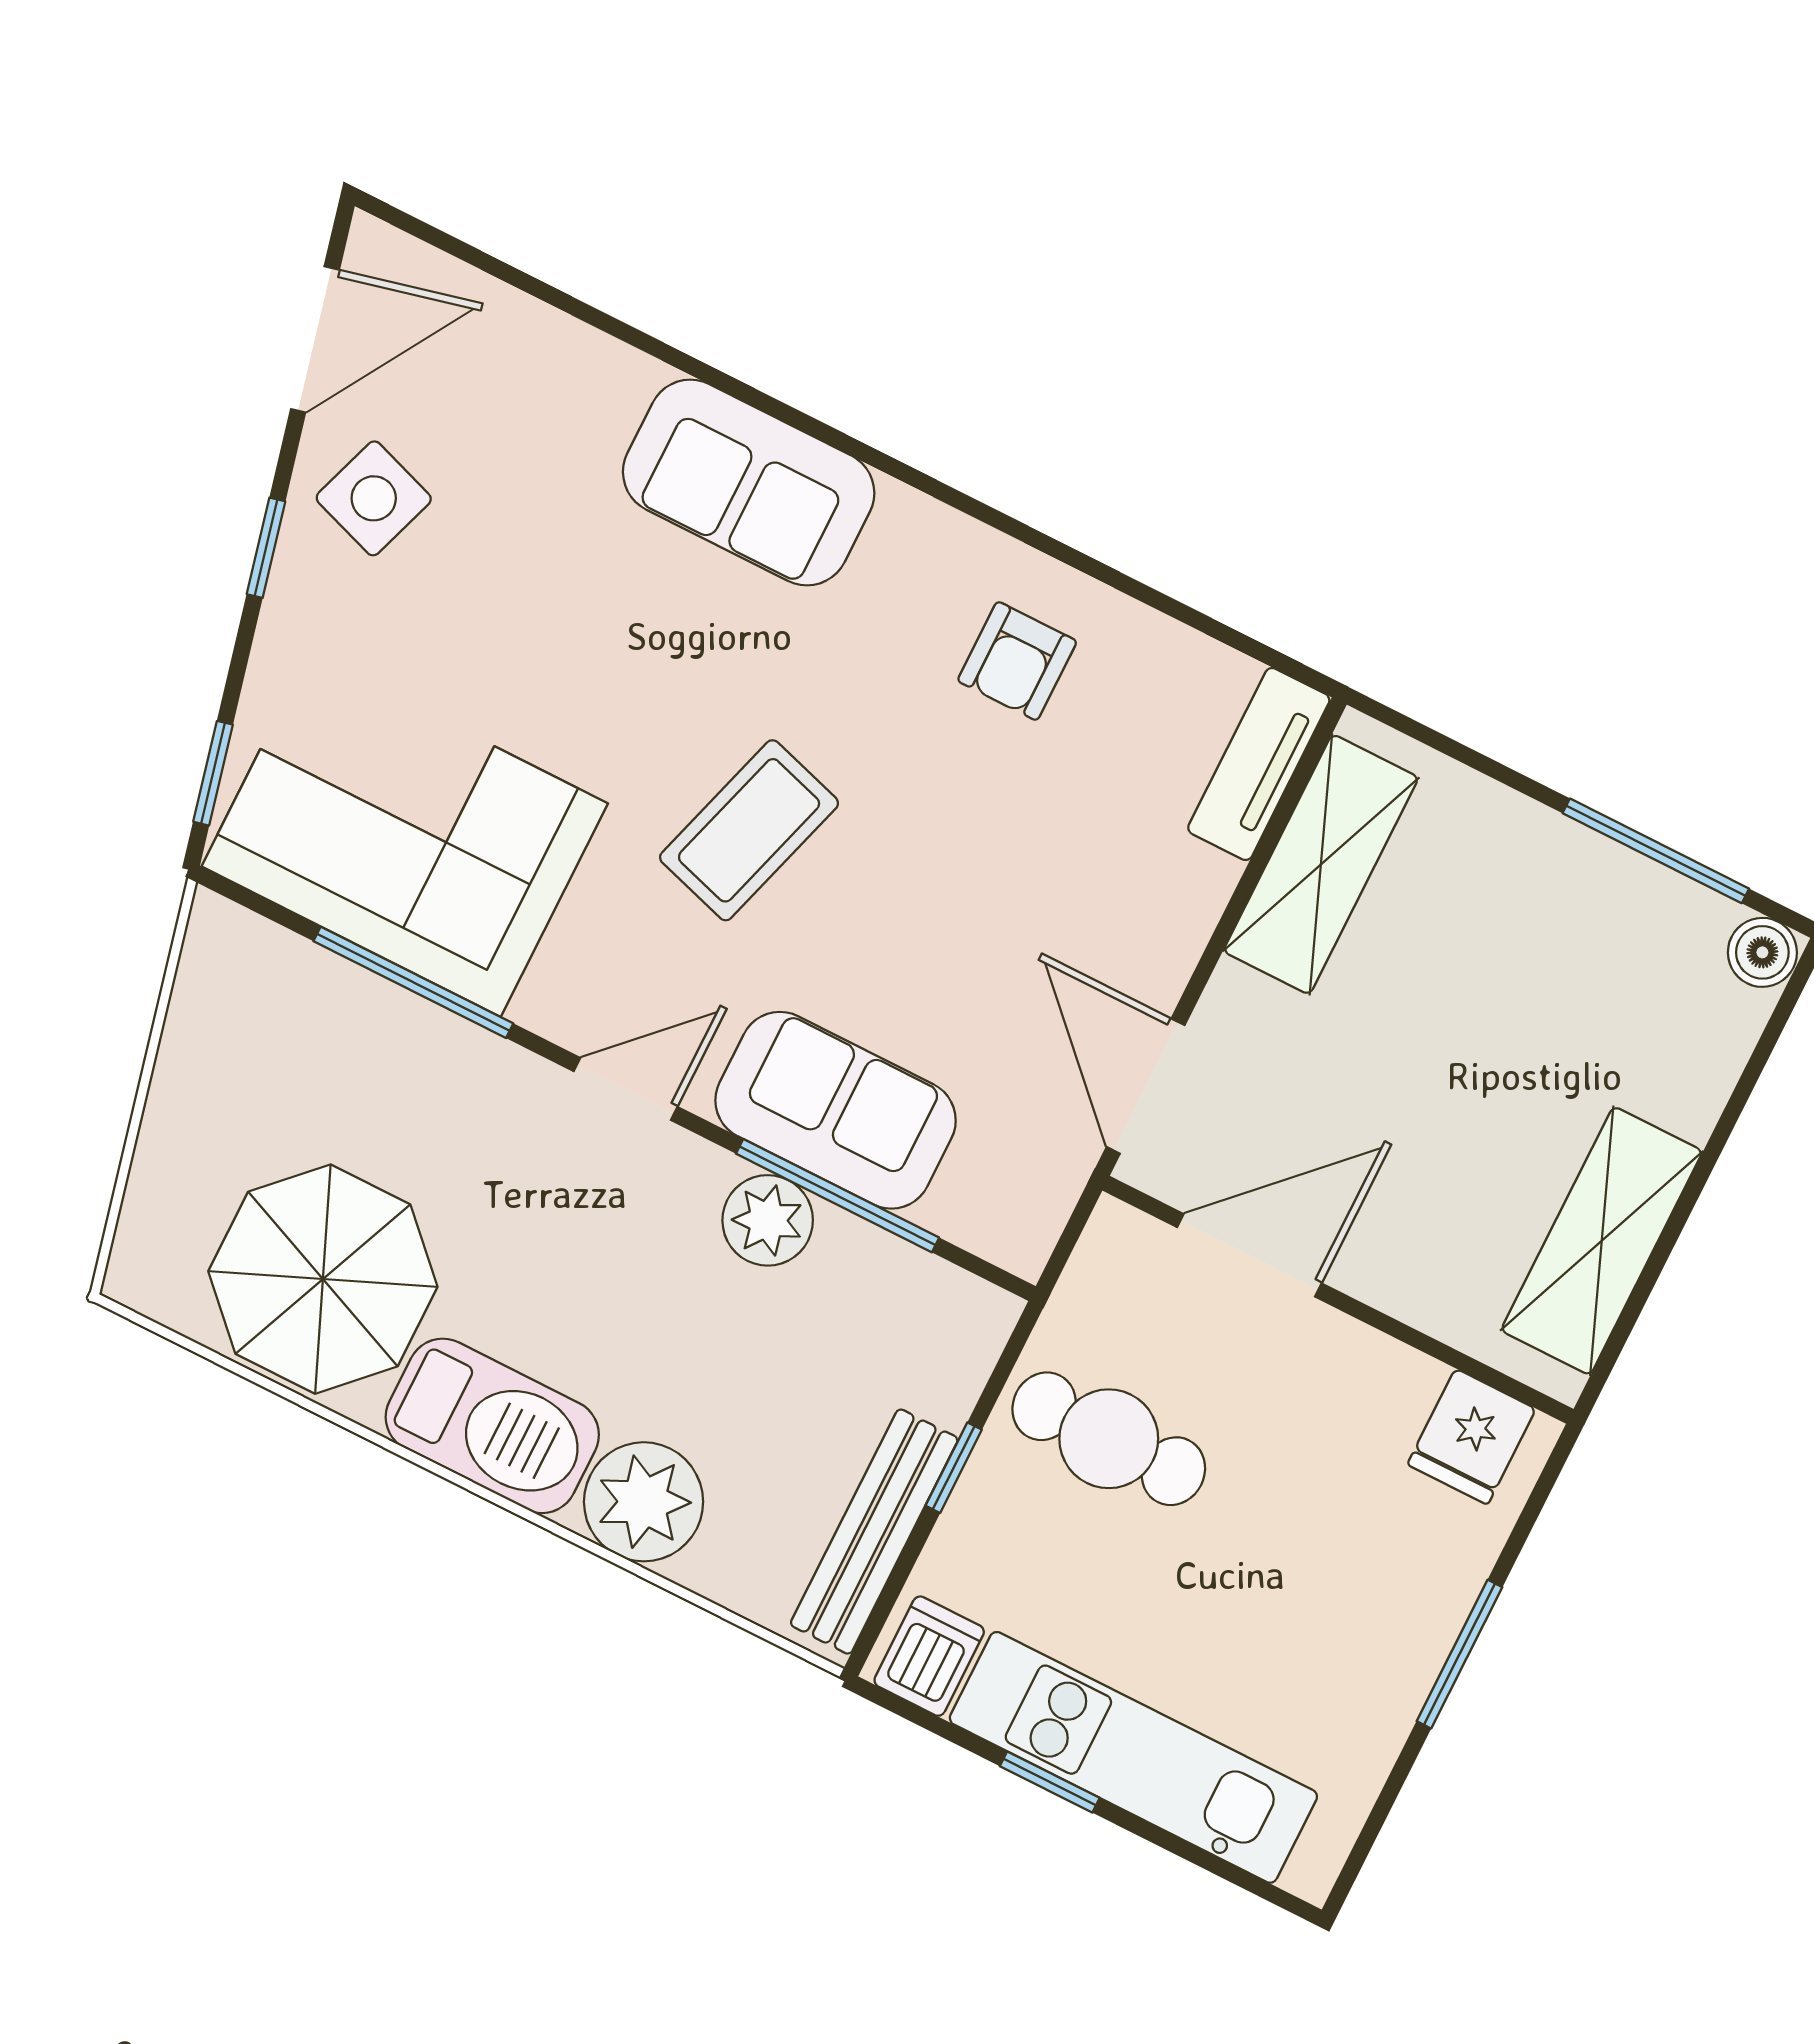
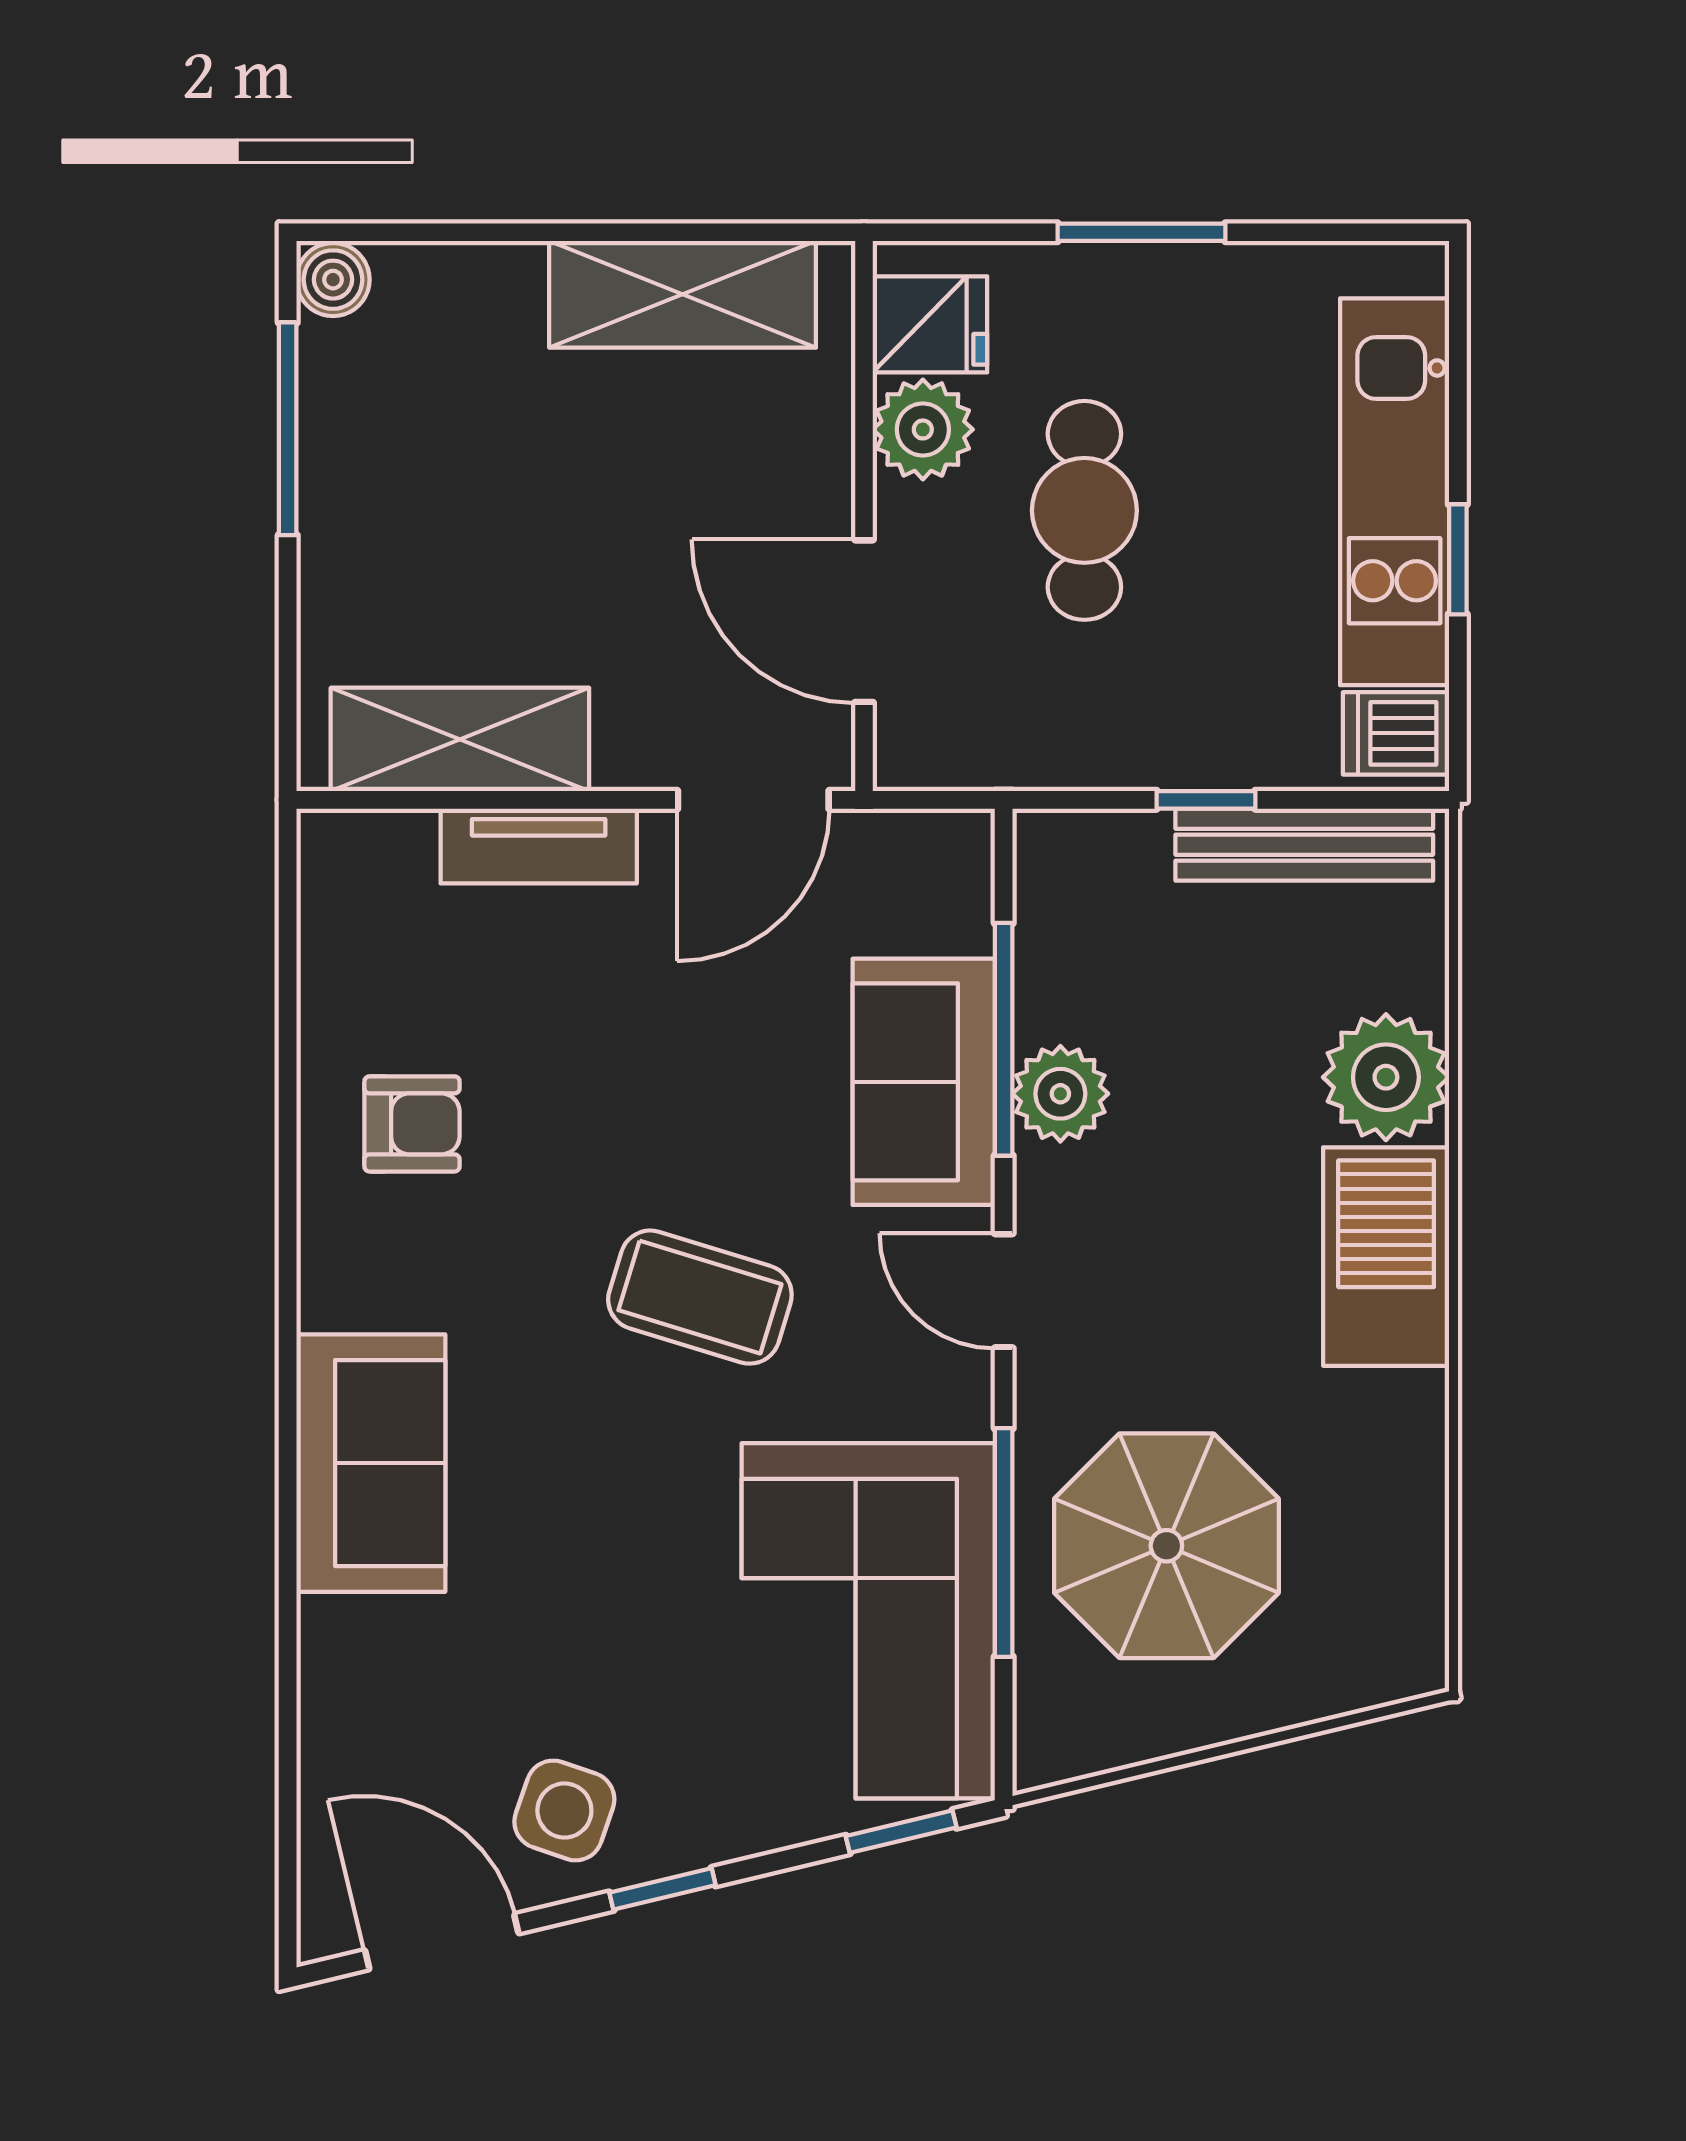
tv unit: (1259, 764) -> (539, 846), moved
parasol: (323, 1279) -> (1166, 1546), moved
plant: (1386, 1386) -> (923, 429), added
cafe table: (1109, 1439) -> (1084, 510), moved

